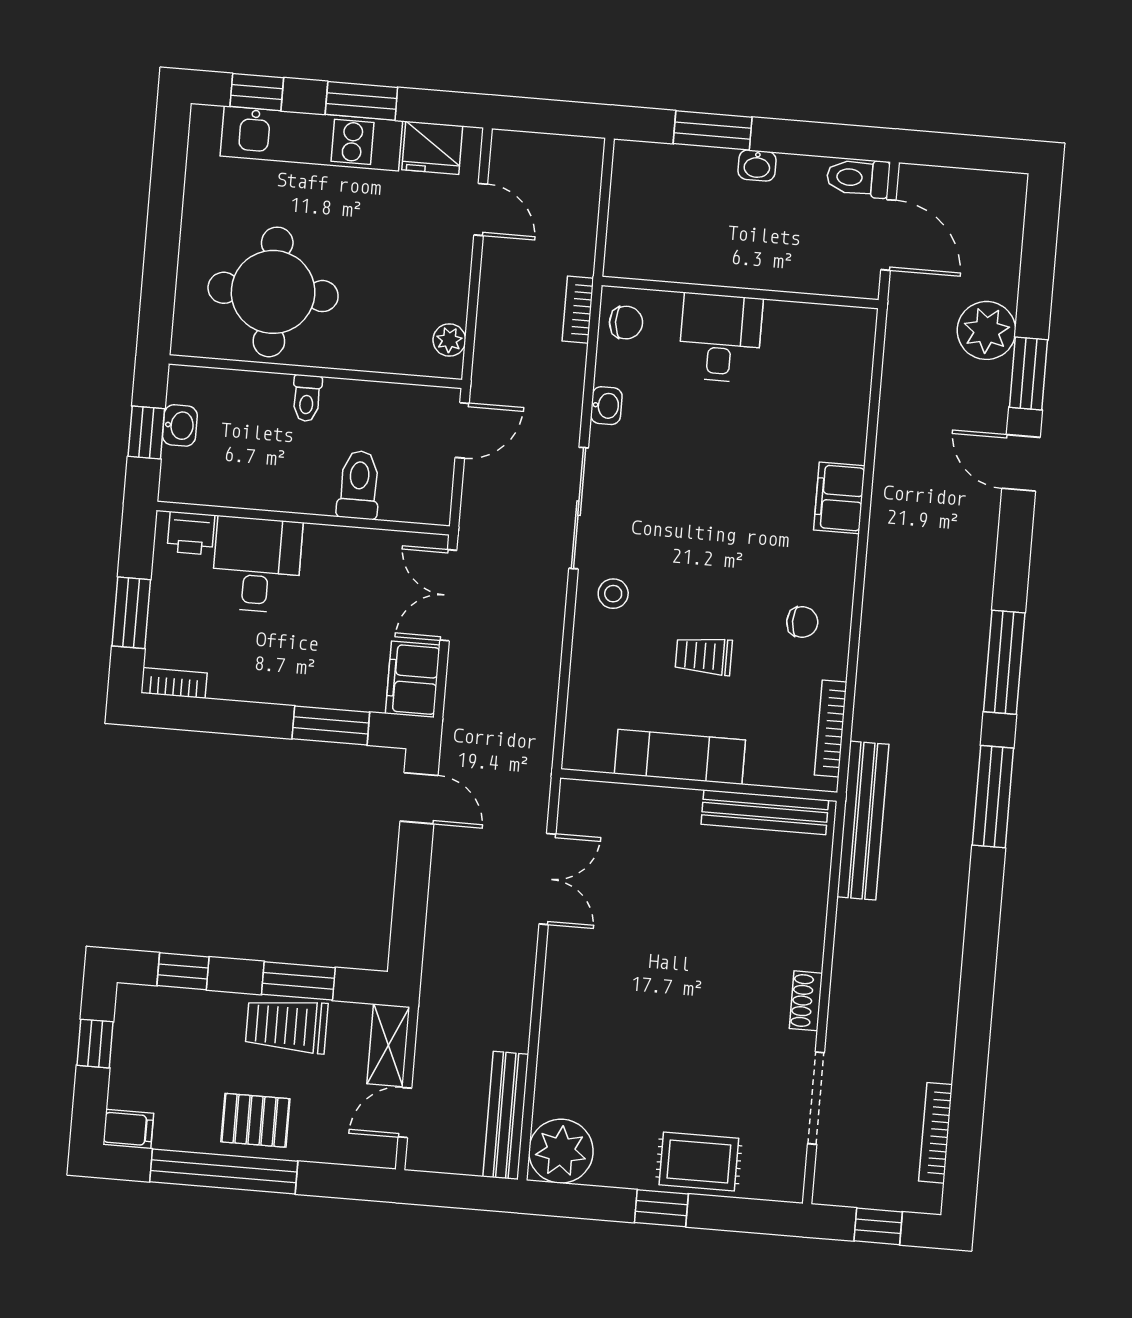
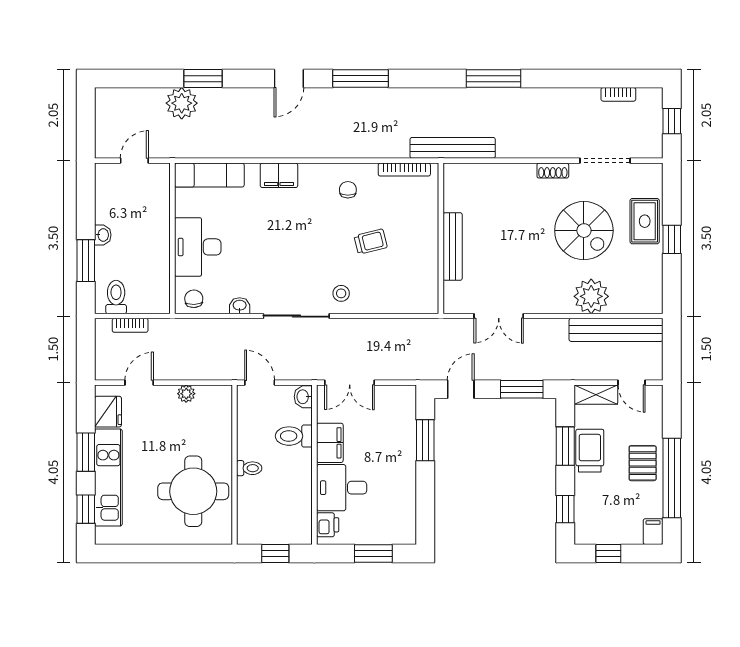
toilet: (858, 178) -> (116, 297), moved, turned 180
door: (888, 235) -> (134, 161), width x0.73
bookcase: (578, 310) -> (130, 325), moved
desk: (720, 338) -> (198, 247), width x1.37
plant: (449, 340) -> (186, 394), moved
washbasin: (180, 425) -> (303, 397), moved, turned -90
door: (1021, 463) -> (289, 79), moved
trolley: (704, 656) -> (371, 242), turned -104
filing cabinet: (413, 679) -> (330, 443), moved, turned -90
bookcase: (174, 683) -> (409, 527), removed
exam couch: (680, 757) -> (209, 175), moved, turned -90
window: (993, 797) -> (493, 79), moved
bench: (765, 812) -> (453, 247), moved
double door: (547, 879) -> (499, 316), swing flipped
window: (410, 910) -> (522, 389), added
trolley: (287, 1026) -> (590, 451), turned 180
spiral stairs: (691, 1049) -> (584, 231), added
bench: (506, 1115) -> (616, 330), width x1.37, depth x1.21
bookcase: (936, 1133) -> (618, 94), width x0.64
plant: (561, 1151) -> (591, 296), moved

